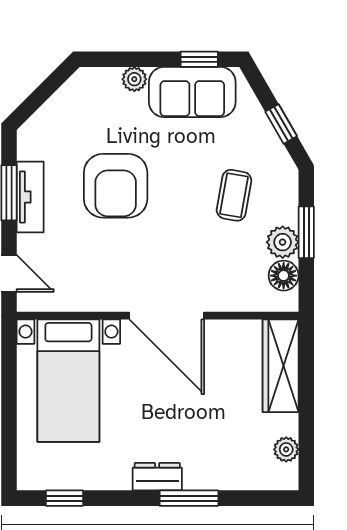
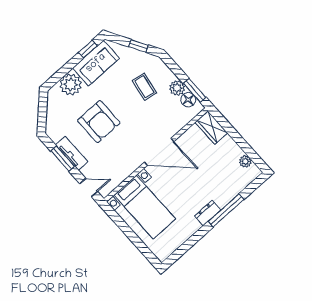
plant: (134, 79) -> (71, 84), width x1.88, depth x1.88
window: (306, 232) -> (195, 90), moved
wardrobe: (281, 366) -> (211, 128), width x0.67
window: (65, 498) -> (181, 251), removed
window: (189, 498) -> (226, 210), width x1.44

